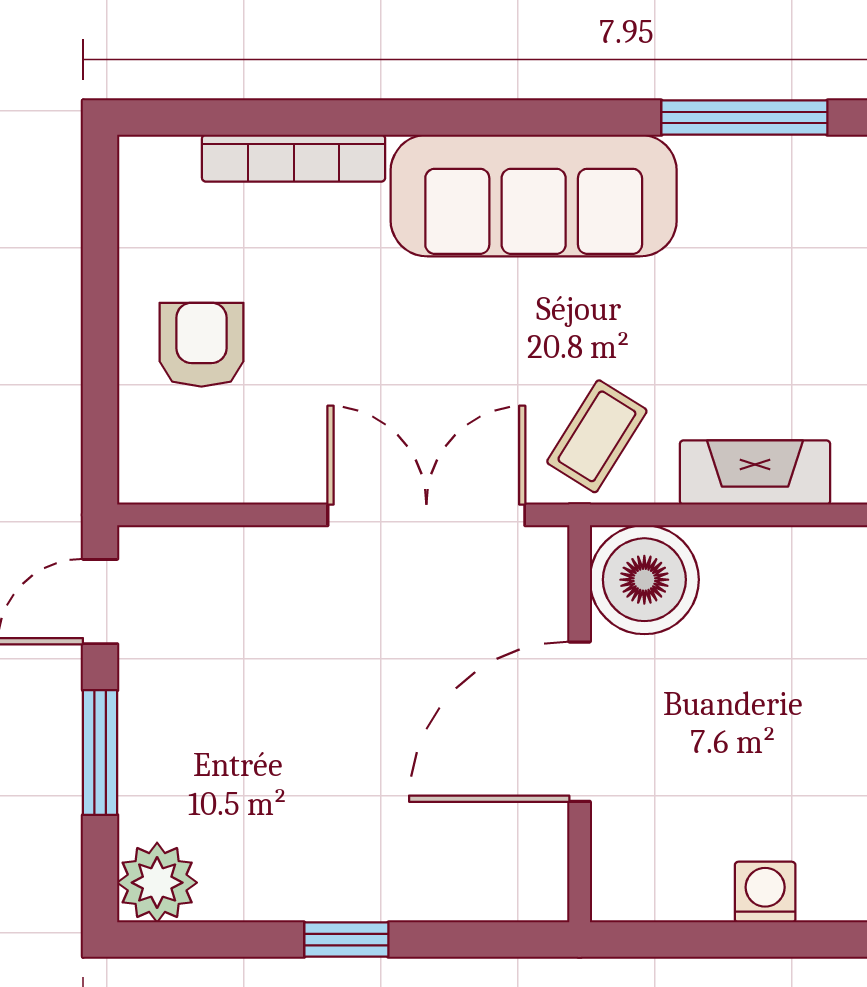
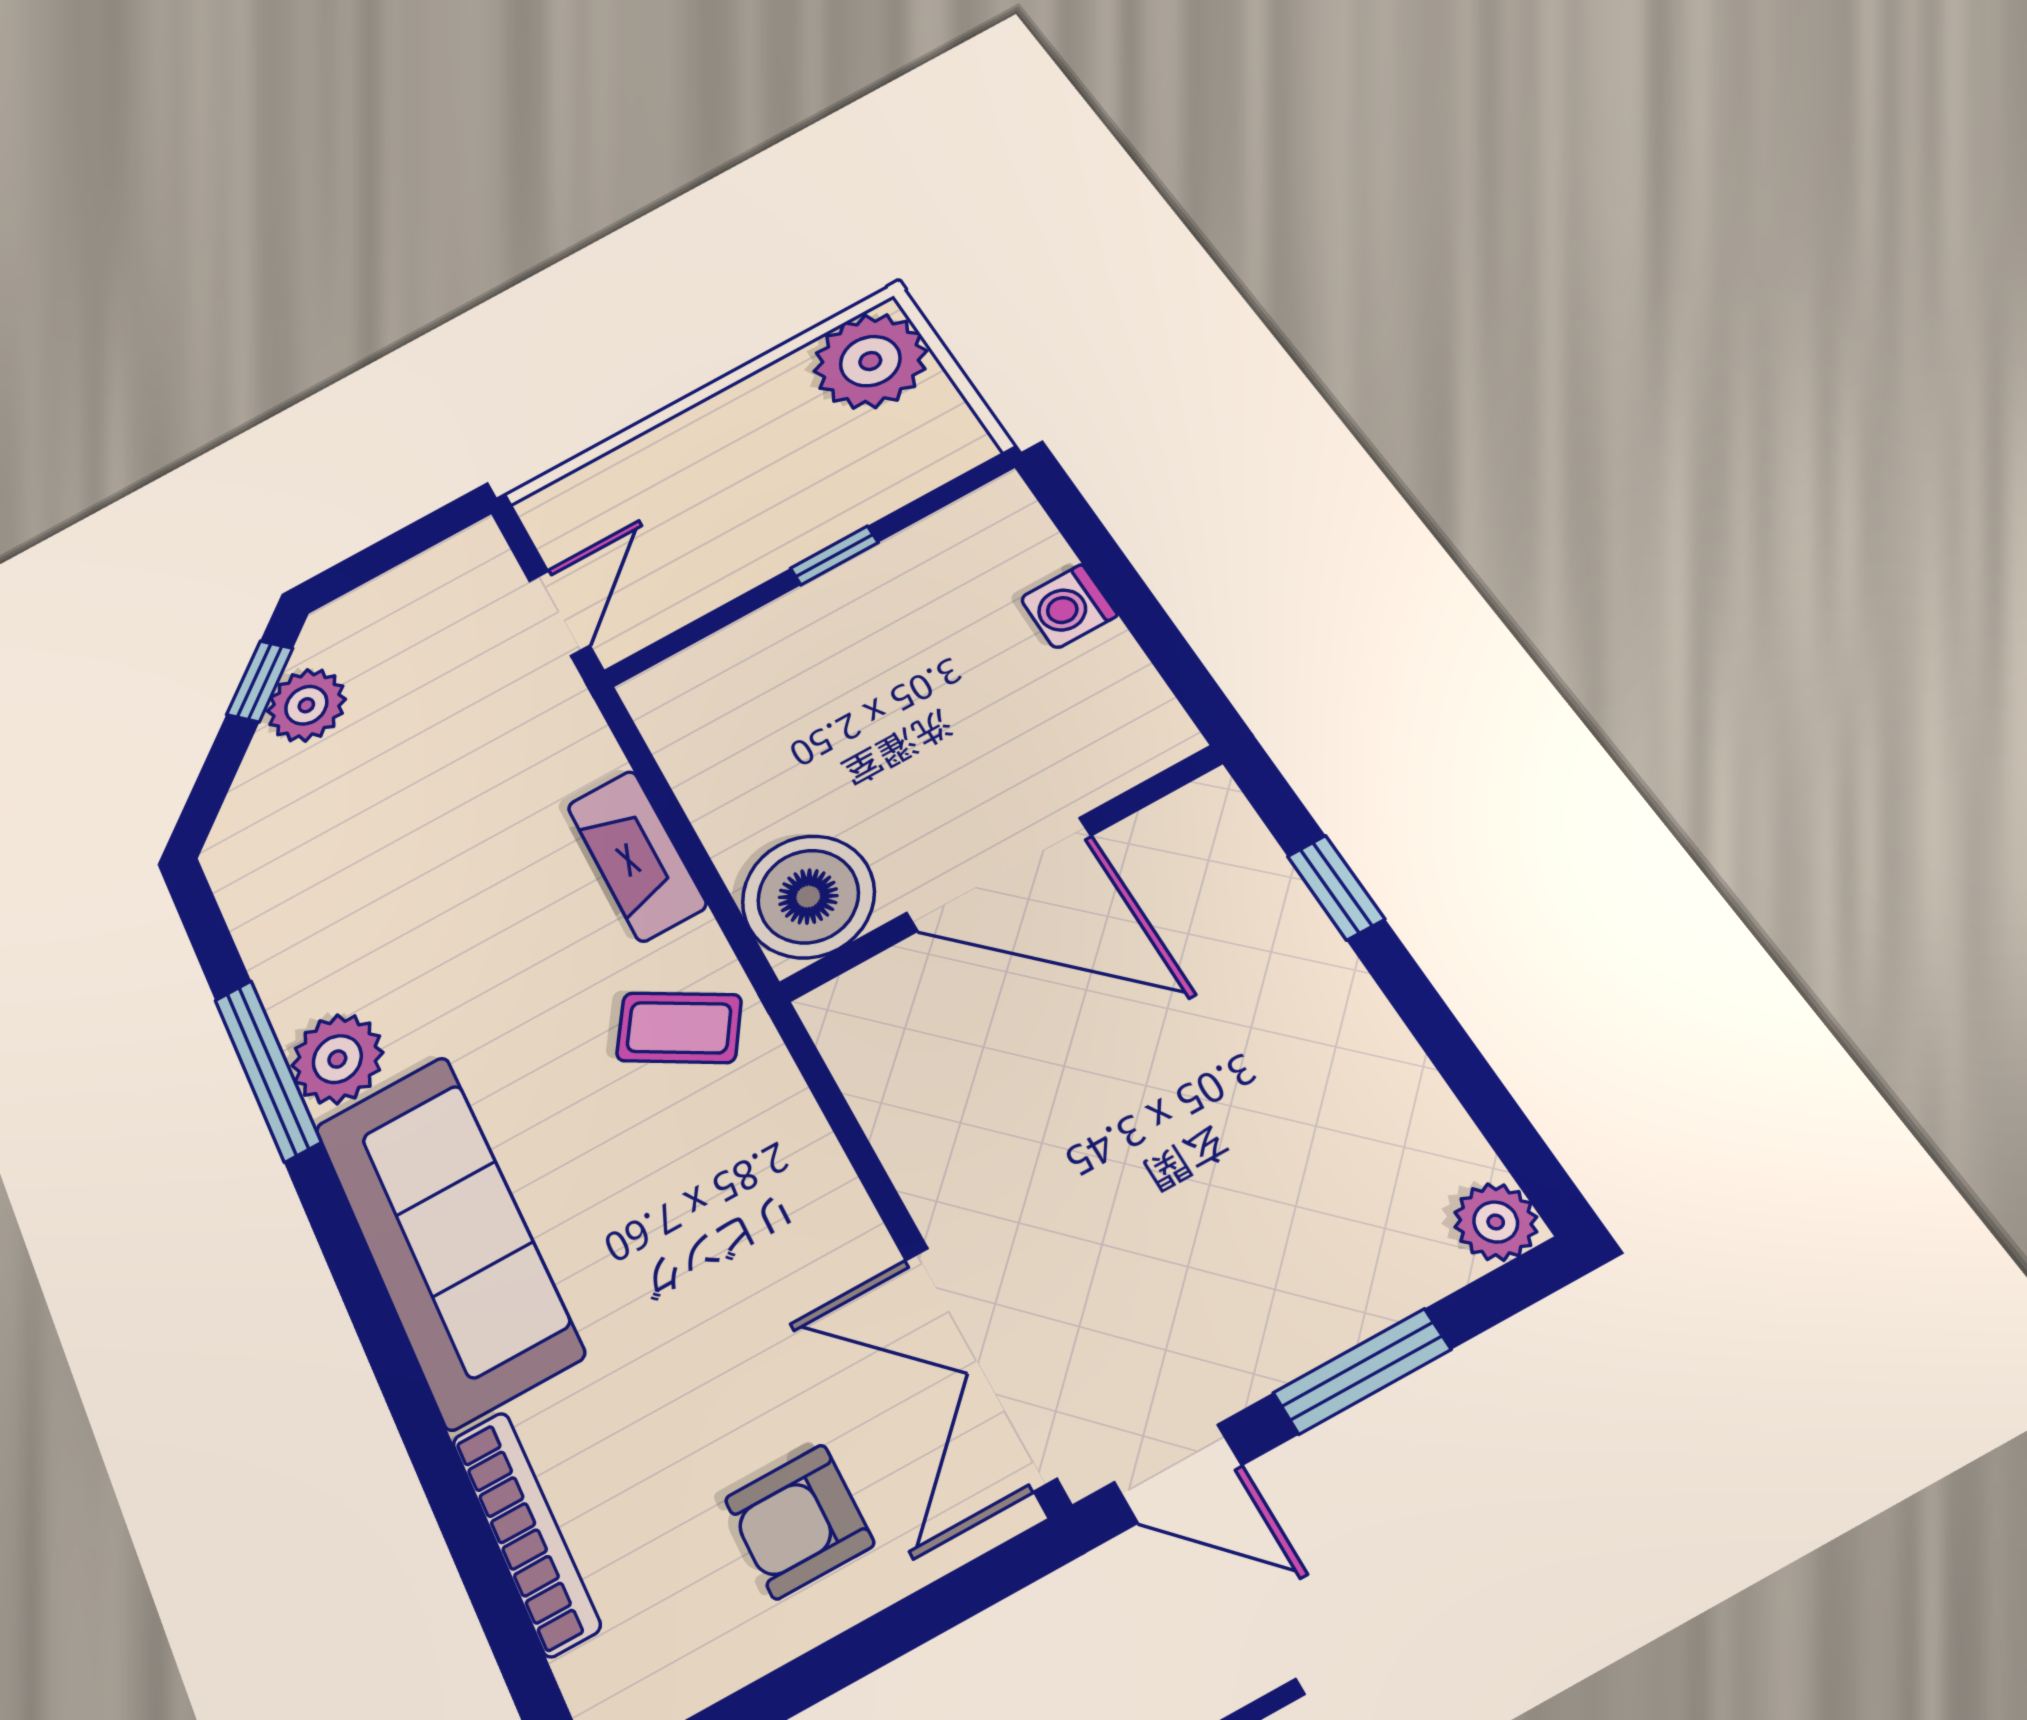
plant: (722, 174) -> (337, 1059), added
double door: (426, 515) -> (979, 1367), moved
plant: (157, 883) -> (1496, 1222), width x0.73, depth x0.73
window: (346, 940) -> (1336, 888), moved

